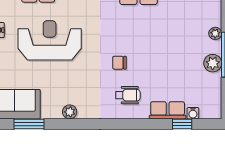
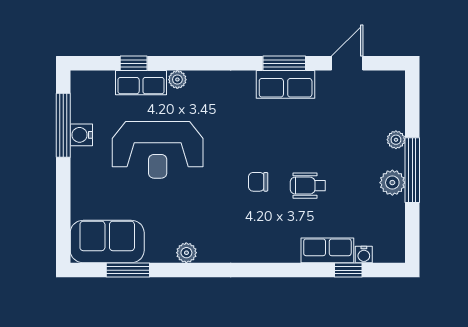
reception desk: (50, 40) -> (158, 150), turned 180
wheelchair: (128, 95) -> (308, 186), moved, turned 180

